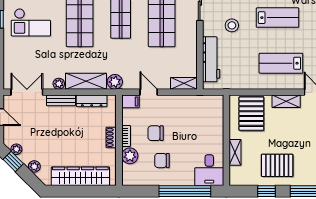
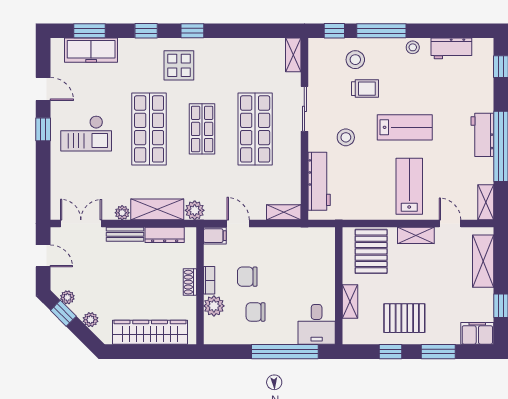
lab bench: (281, 63) -> (409, 186), turned 90

